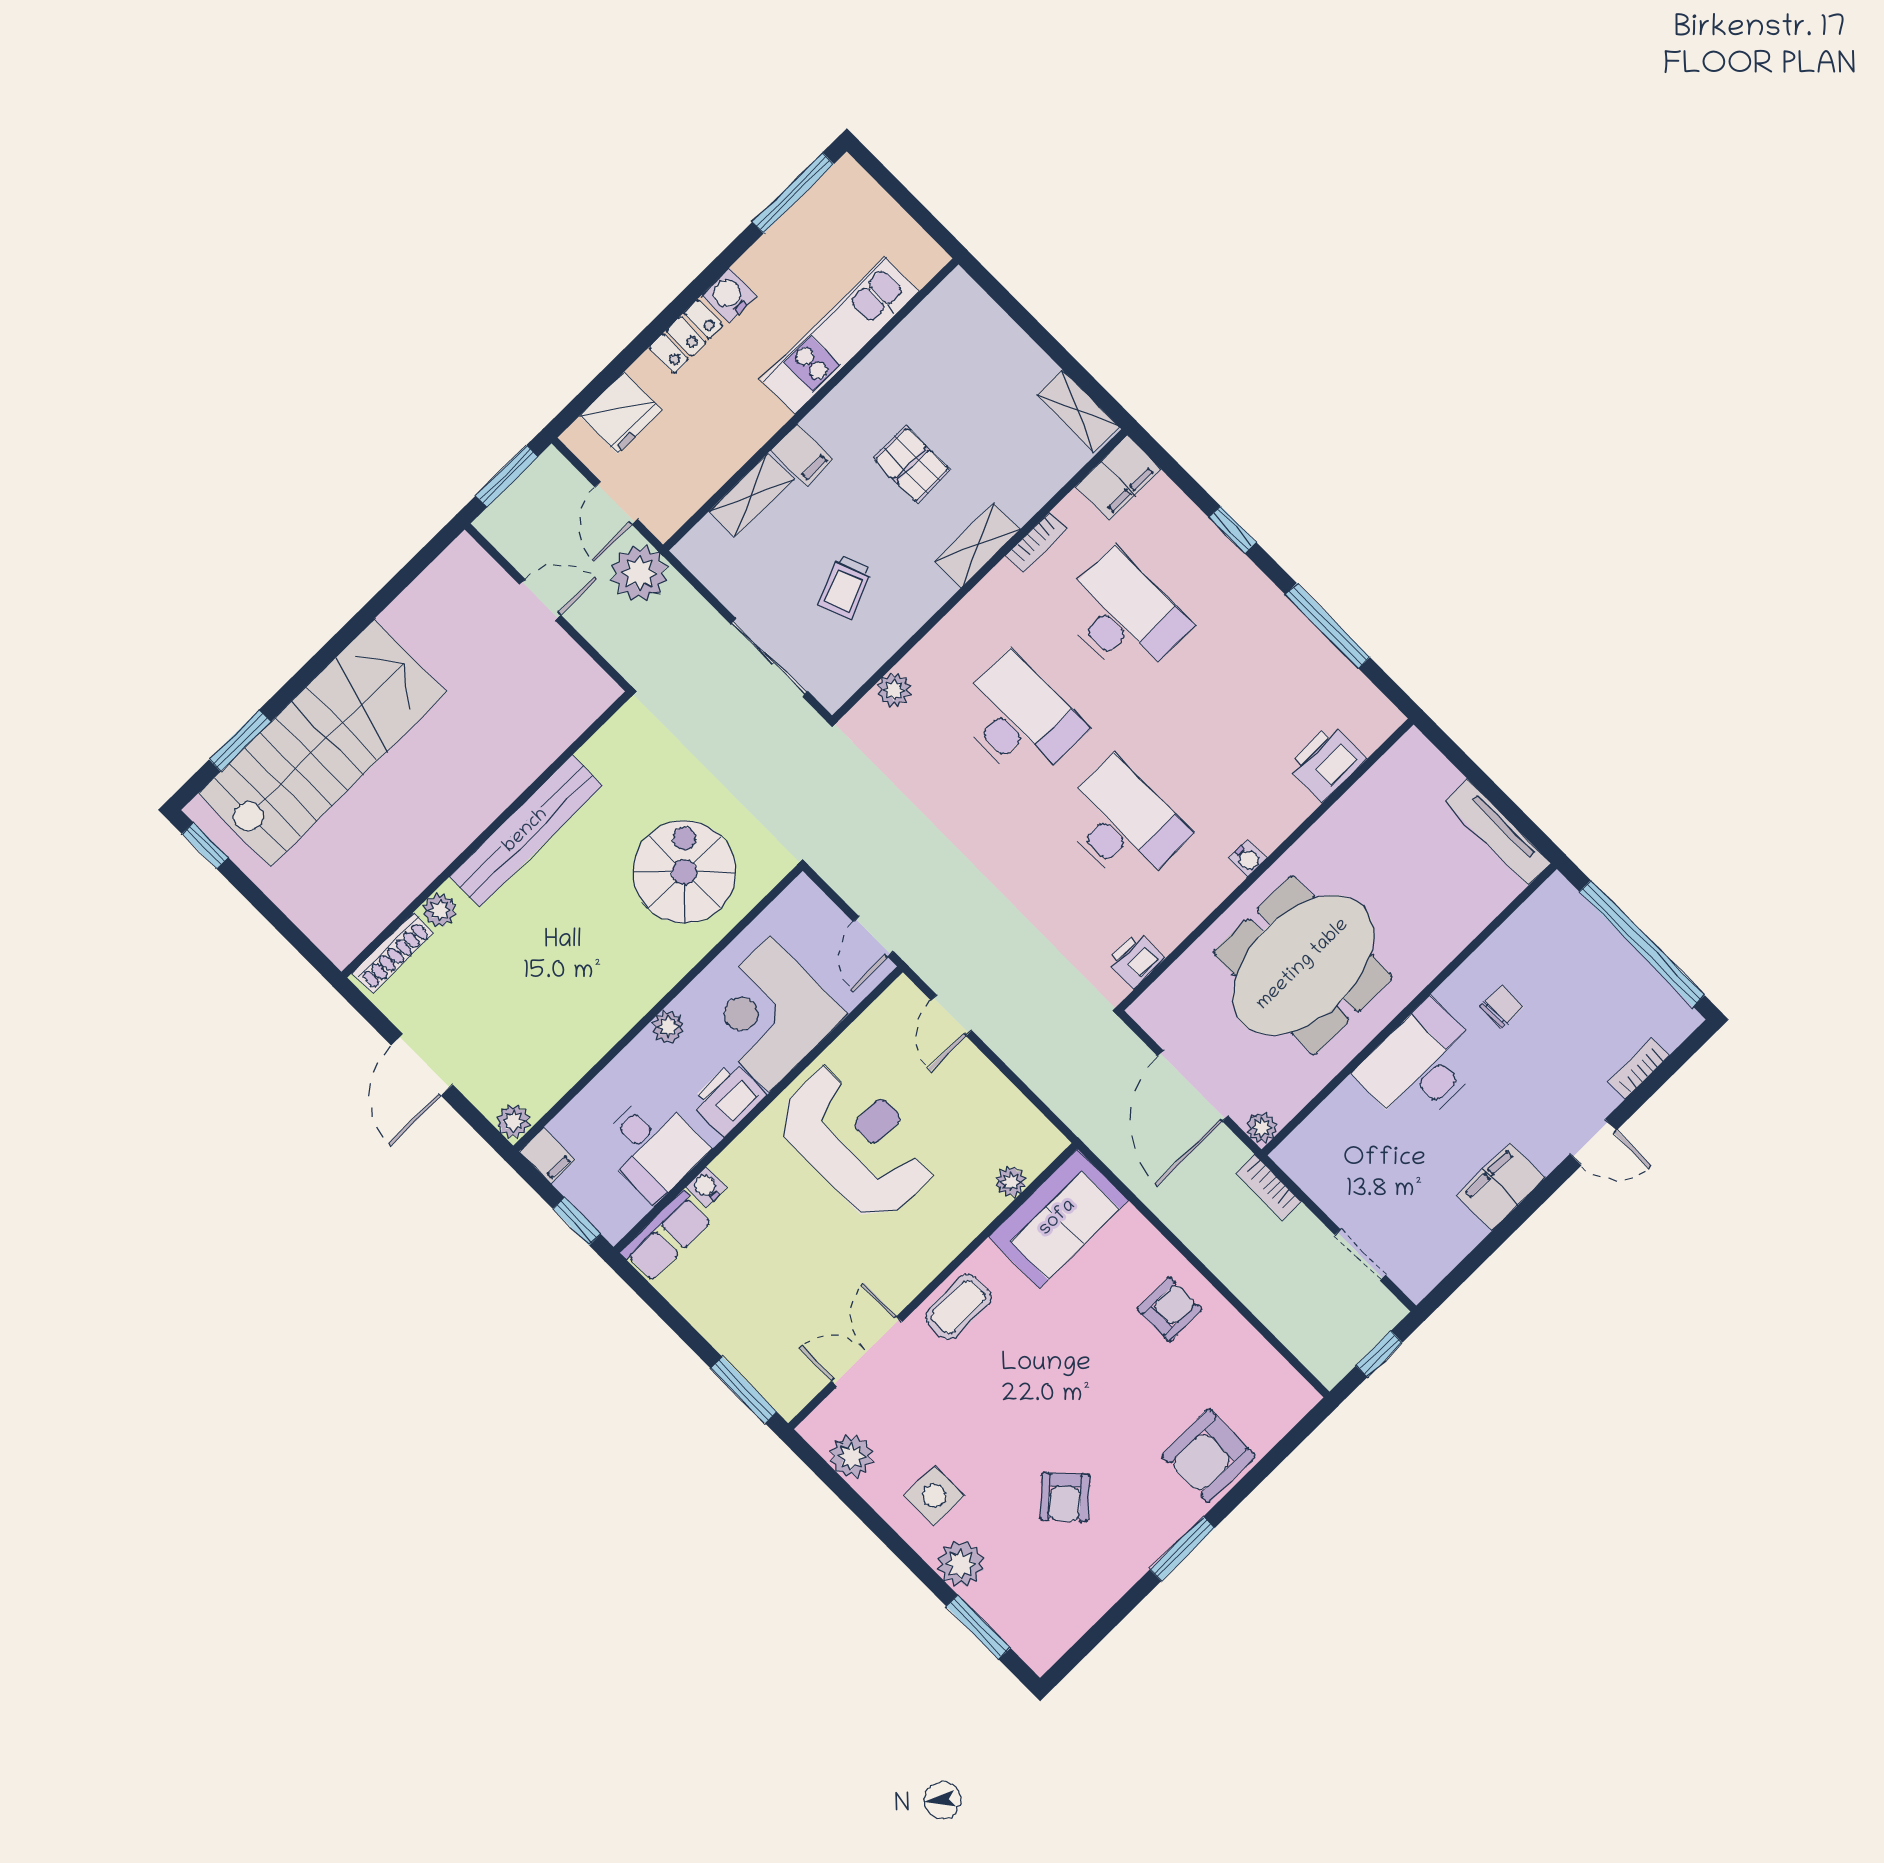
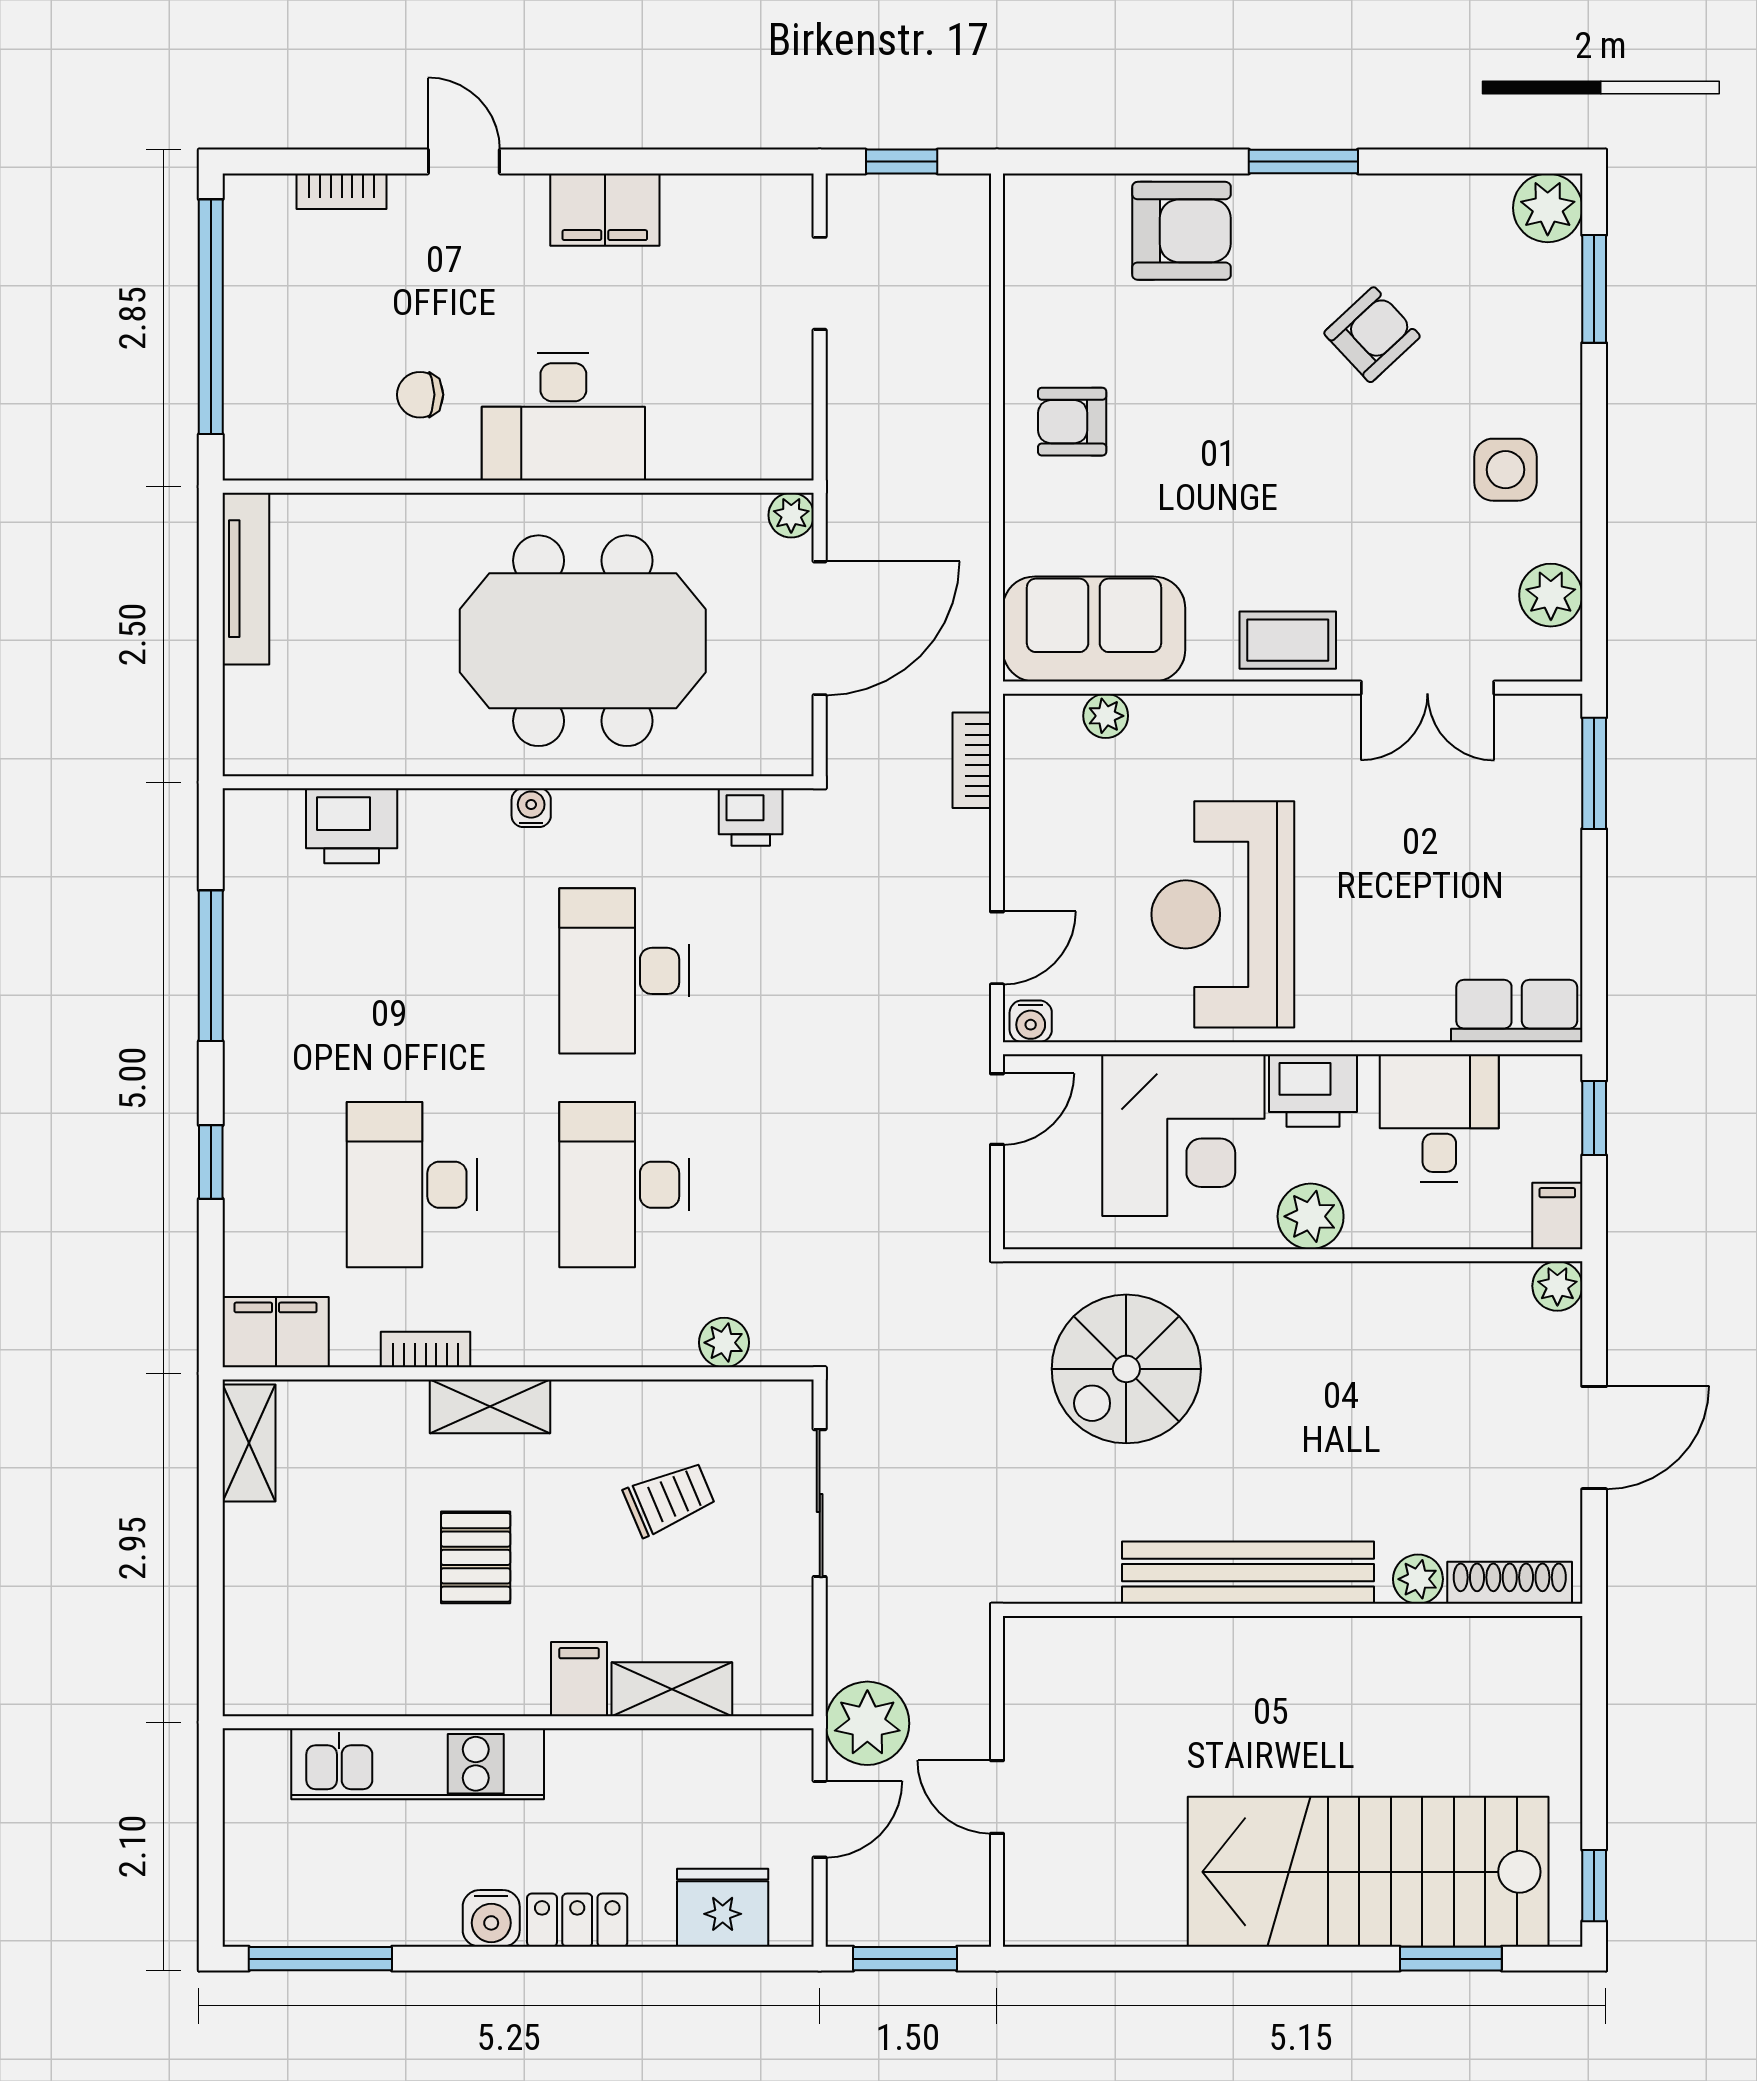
plant: (668, 1027) -> (1311, 1216), width x1.38, depth x1.38
water cooler: (706, 1187) -> (1031, 1021), moved
bookcase: (1269, 1187) -> (972, 760), moved, turned 180
plant: (961, 1564) -> (1548, 208), moved

